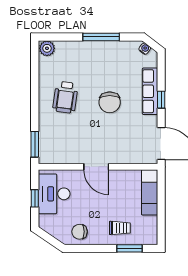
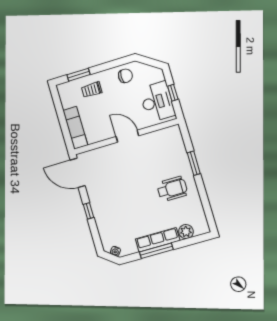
plant: (47, 48) -> (186, 232), moved
row of seats: (150, 91) -> (158, 240), moved, turned -90
wheelchair: (65, 97) -> (172, 189), turned 82
chair: (110, 102) -> (132, 196), removed
window: (35, 144) -> (194, 163), moved

